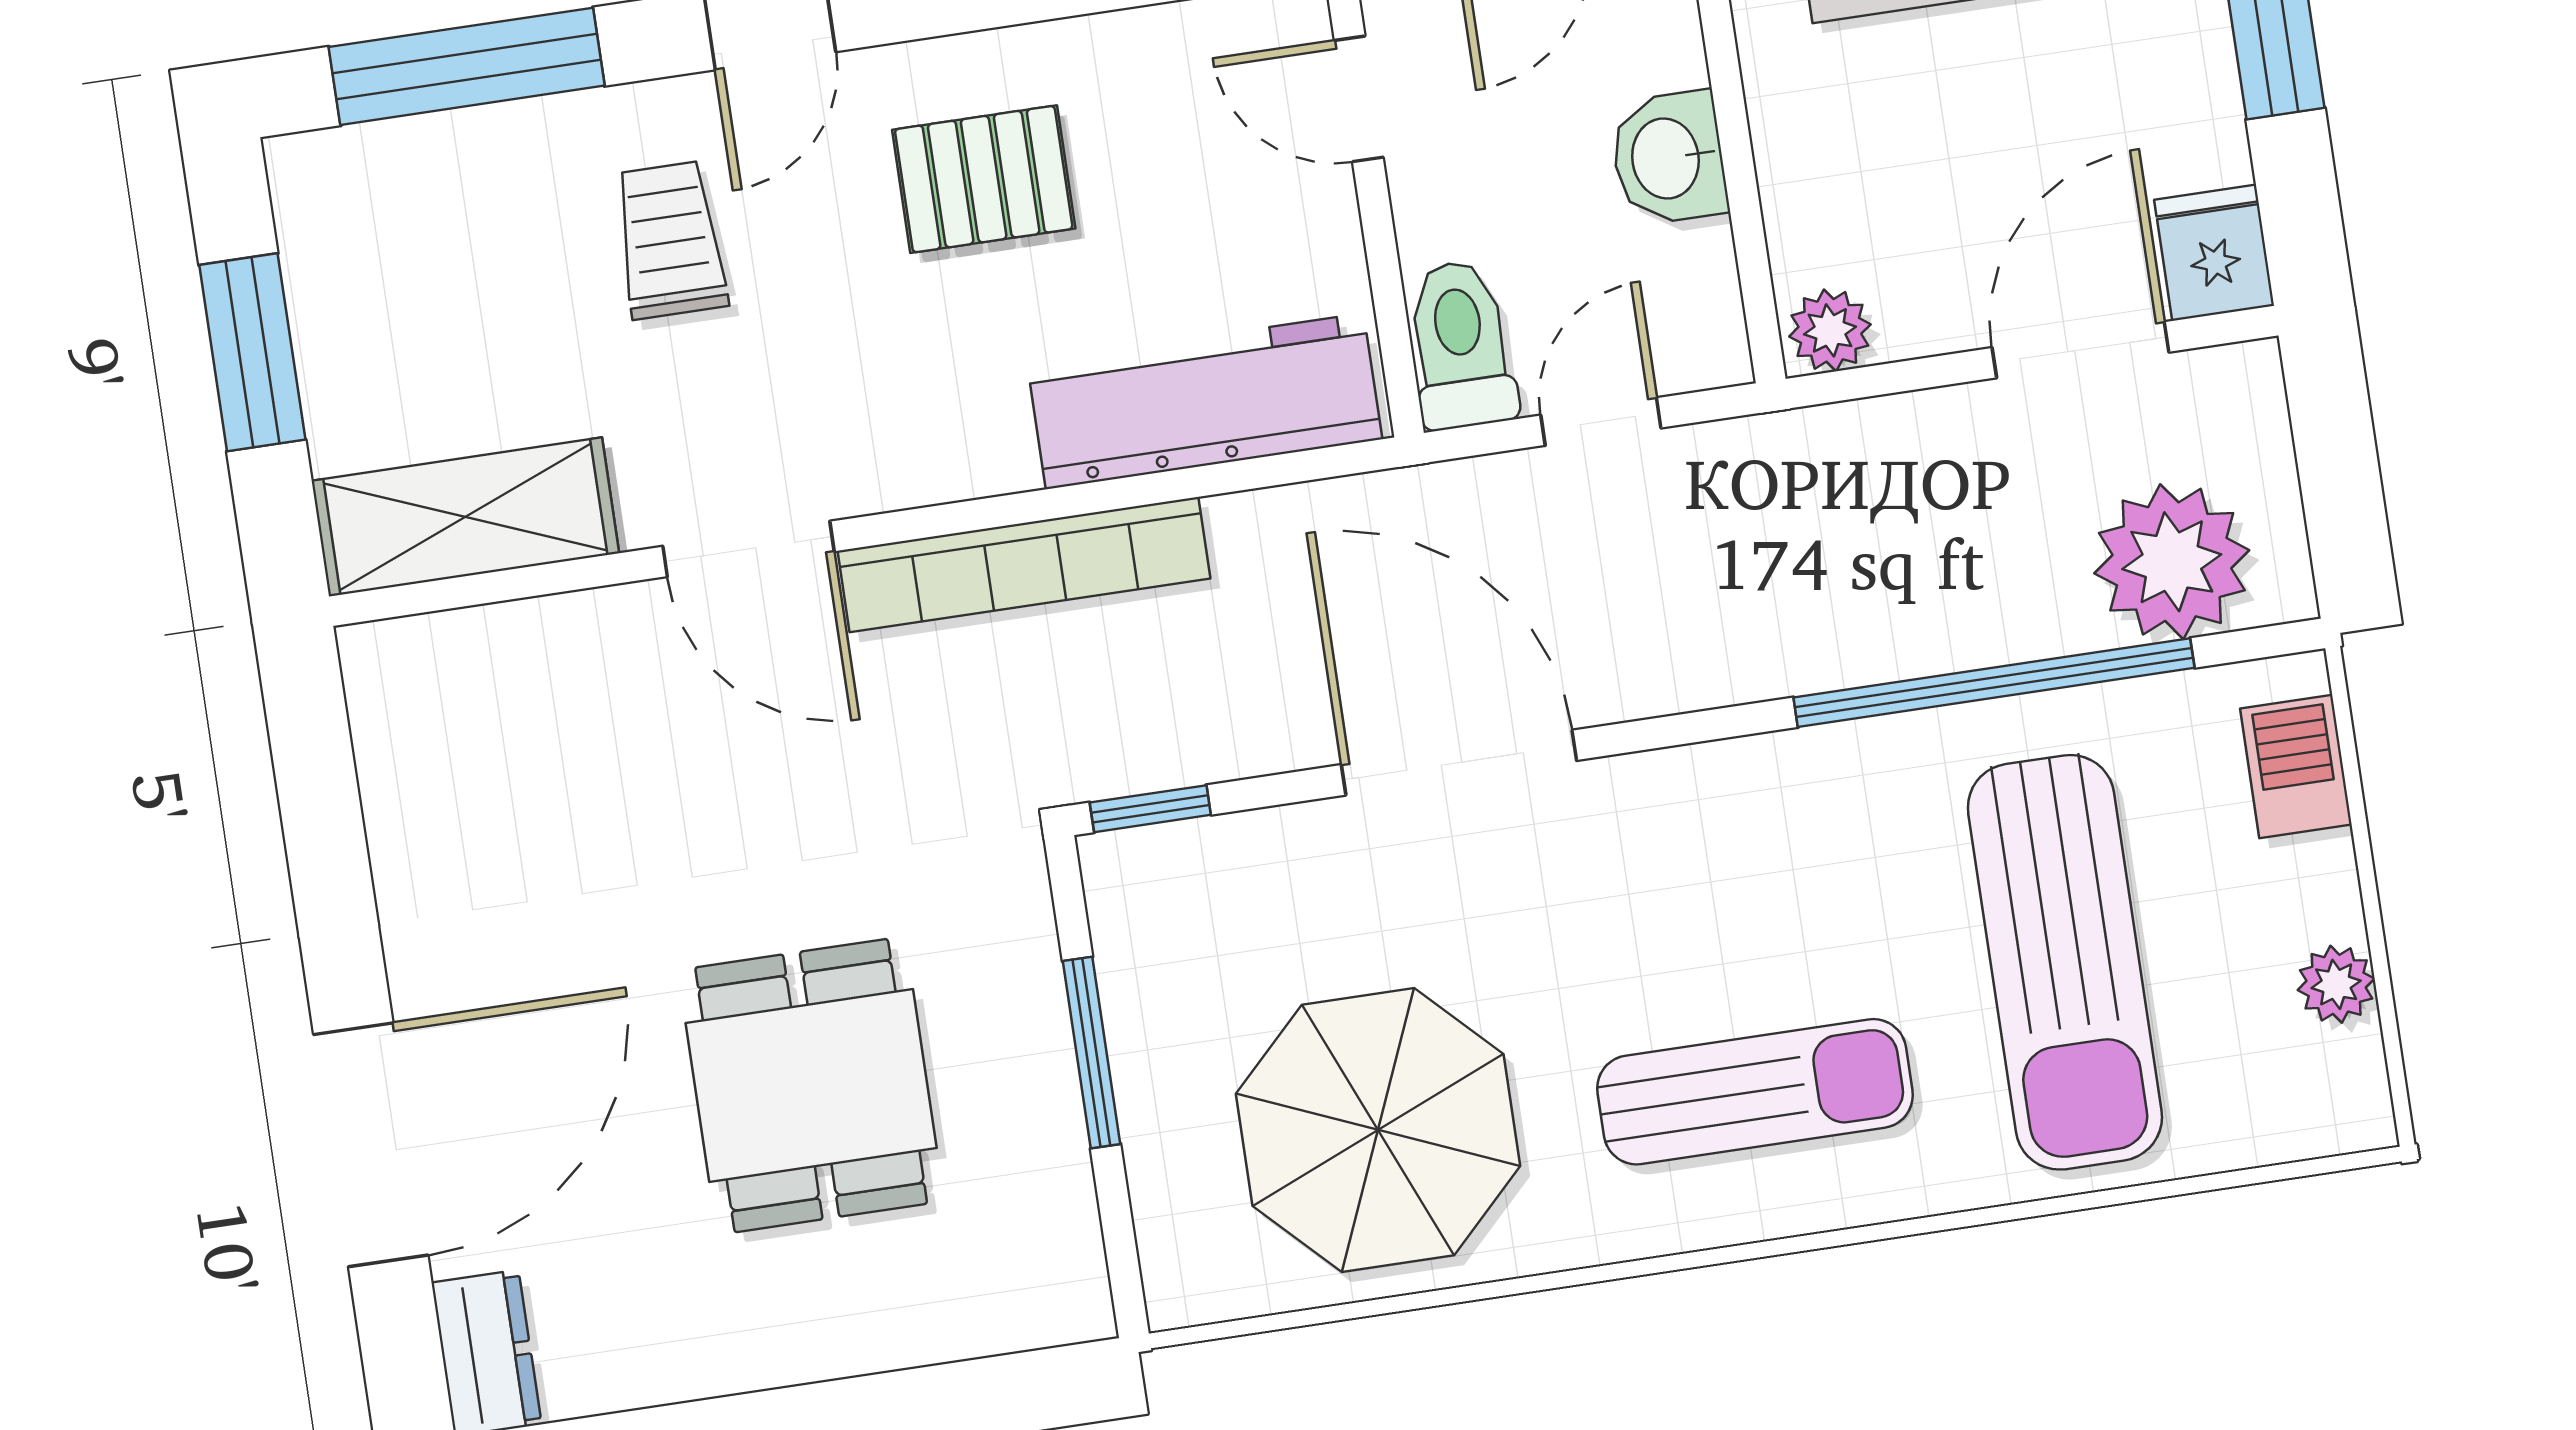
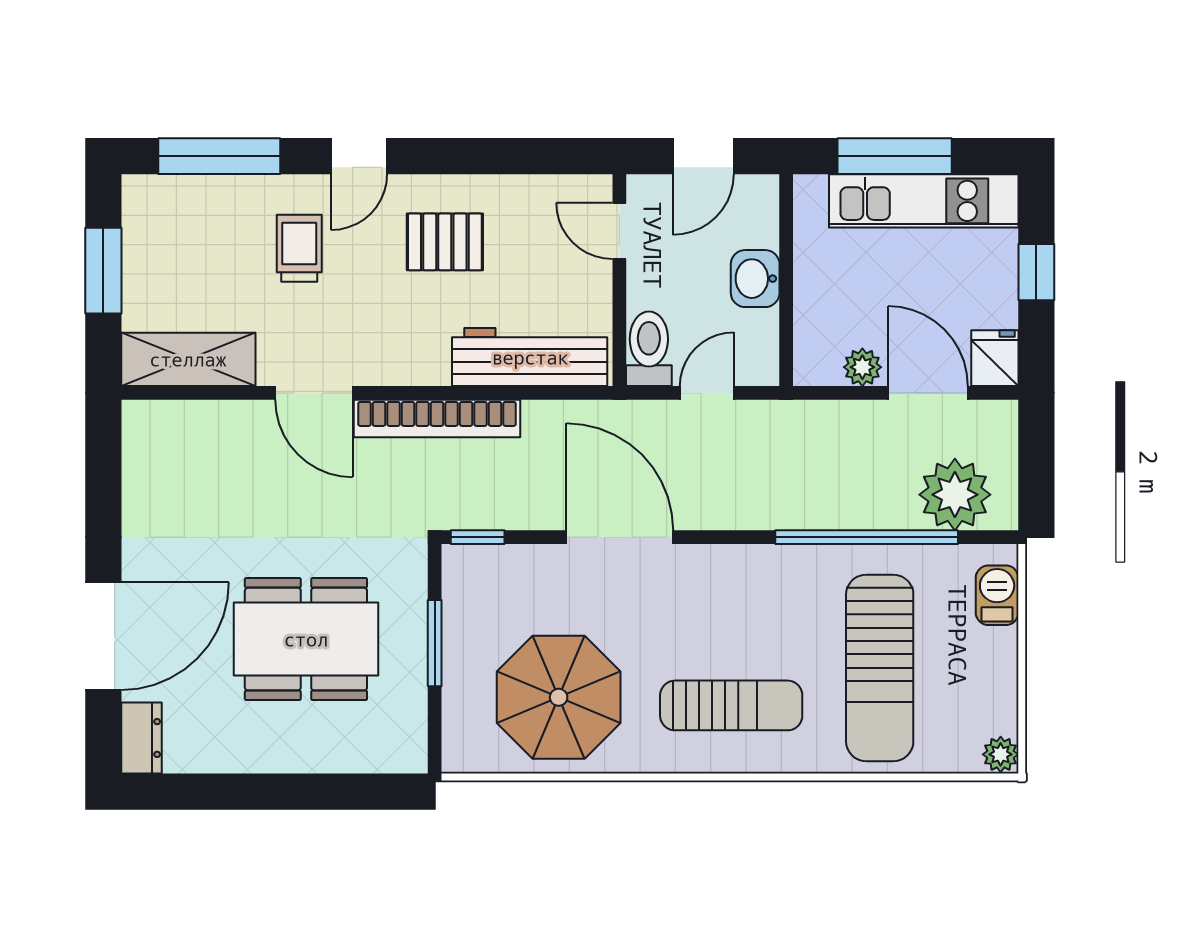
plant: (1830, 330) -> (862, 367), moved
door: (2080, 350) -> (928, 393), hinge flipped
plant: (2336, 984) -> (1001, 754), moved
dining table: (811, 1086) -> (306, 639), width x1.38

